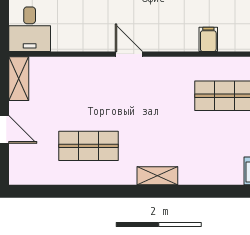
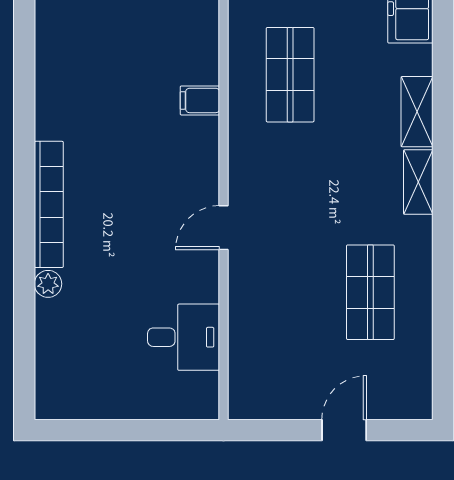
desk: (30, 29) -> (184, 337), moved
shelving: (19, 79) -> (417, 112), moved, turned 90

